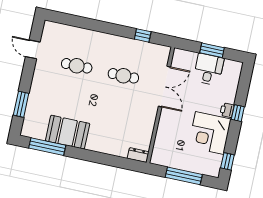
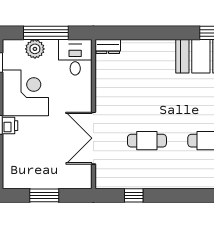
desk: (209, 69) -> (75, 57), moved, turned 180
plant: (195, 165) -> (35, 49), added

